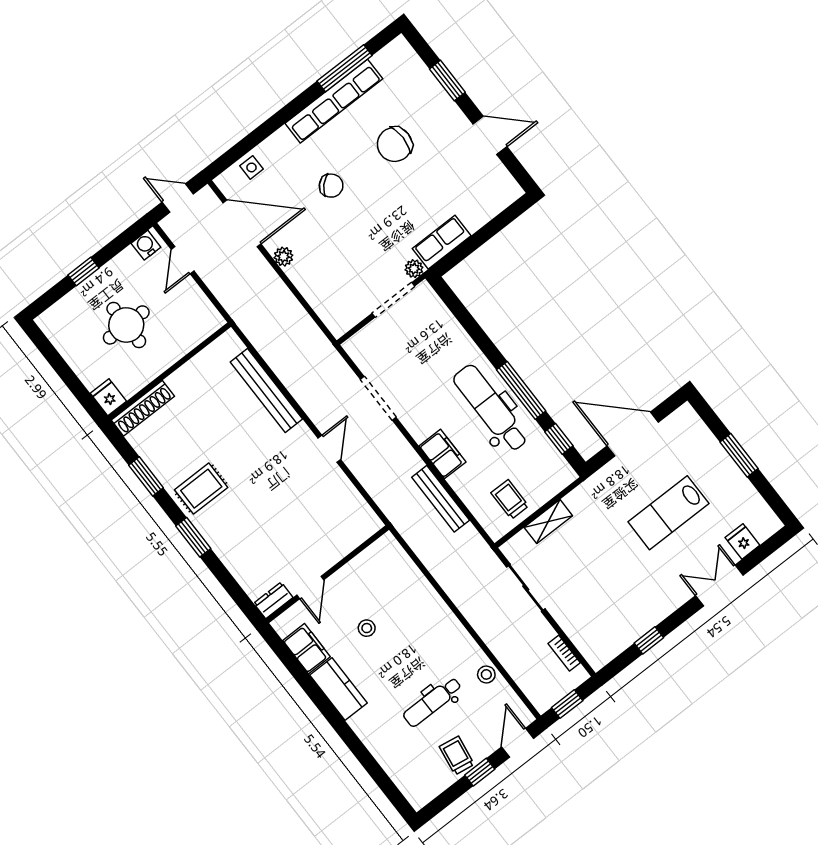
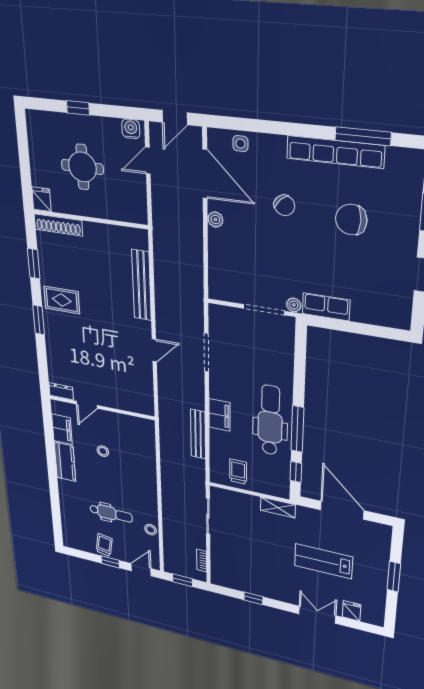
door: (178, 198) -> (175, 117), swing flipped
shelving: (548, 522) -> (278, 507), moved
dental chair: (432, 702) -> (111, 513), turned 180

